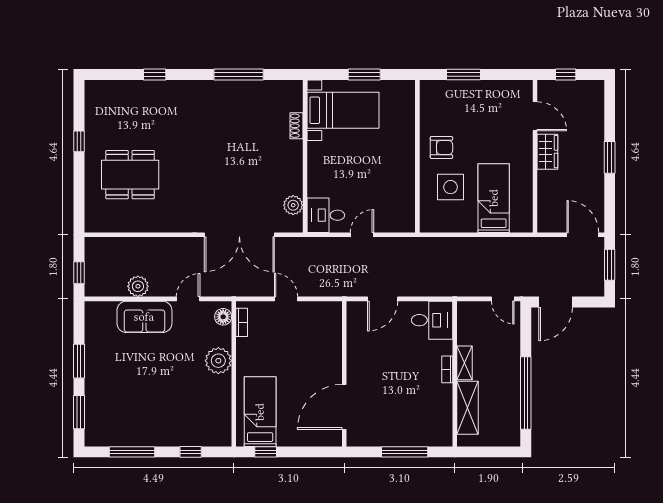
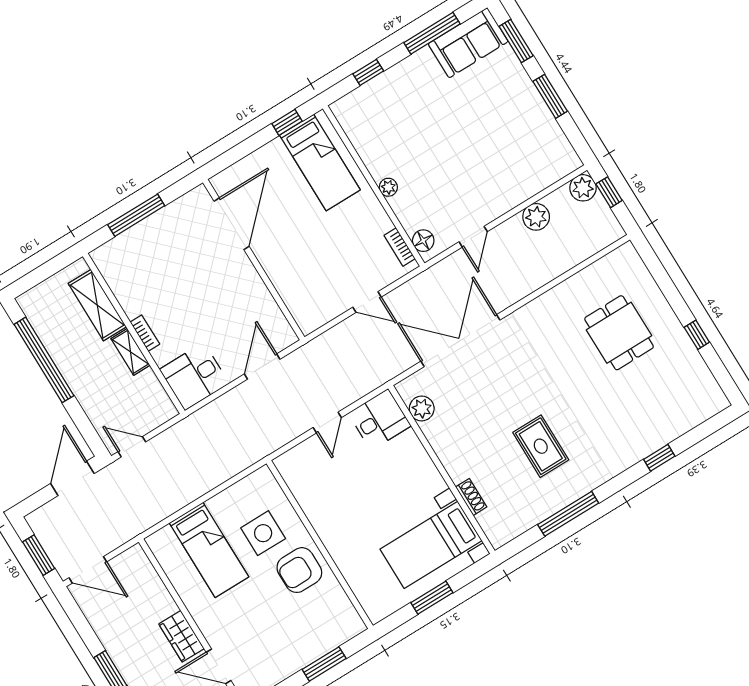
rug: (229, 131) -> (541, 446), added
armchair: (441, 148) -> (299, 570), width x1.38, depth x1.38
dining table: (130, 175) -> (619, 333), width x0.73
plant: (95, 286) -> (583, 188), added
sofa: (144, 317) -> (468, 43), moved, turned 180
plant: (218, 361) -> (388, 187), width x0.53, depth x0.53

